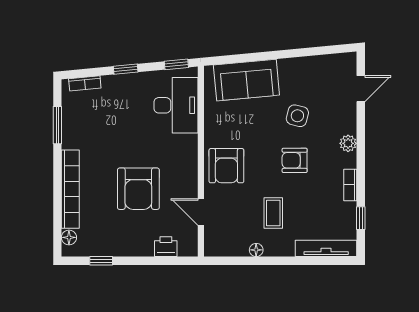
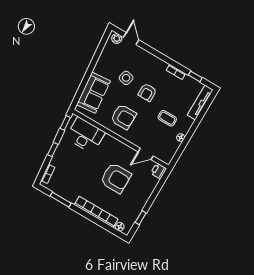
plant: (348, 143) -> (117, 39), moved
armchair: (226, 166) -> (123, 117), moved
printer: (166, 247) -> (159, 171), moved

